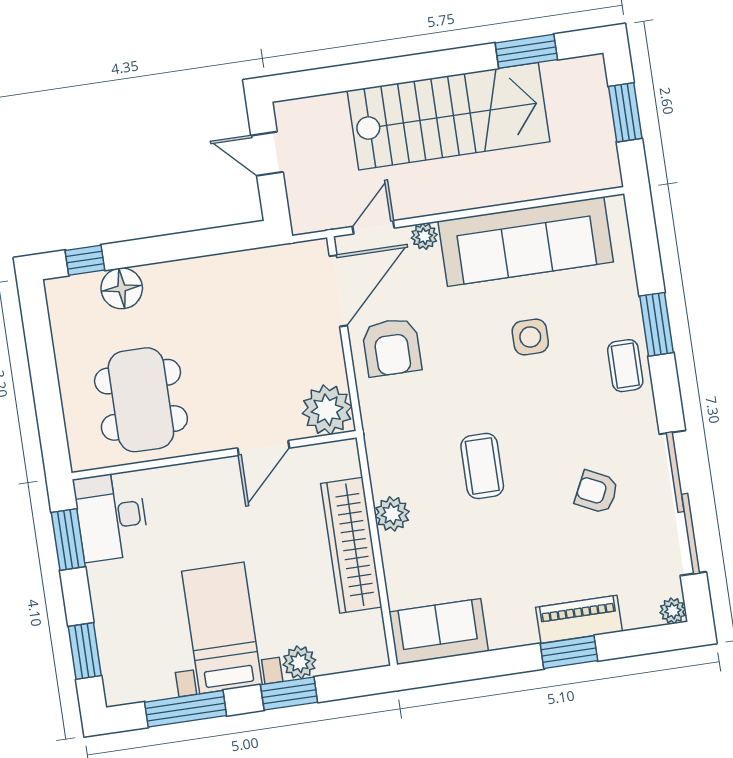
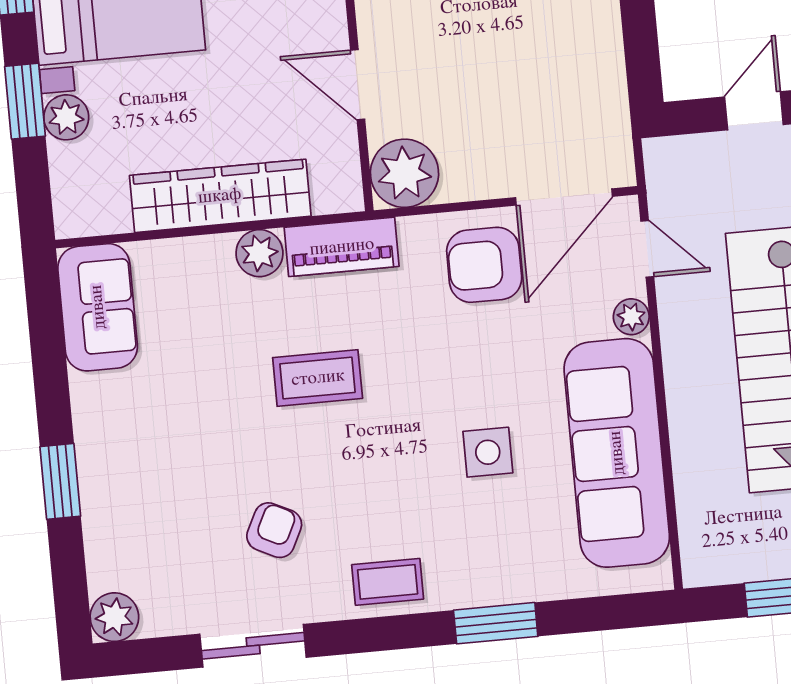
door: (338, 291) -> (564, 197), hinge flipped
coffee table: (625, 366) -> (388, 582), moved
sliding door: (683, 503) -> (253, 646), width x0.54
plant: (673, 611) -> (114, 617), width x1.38, depth x1.38
piano: (579, 619) -> (342, 247), moved, turned 90

